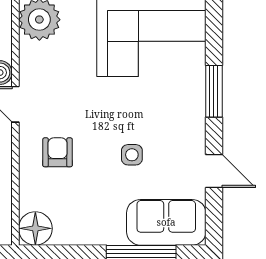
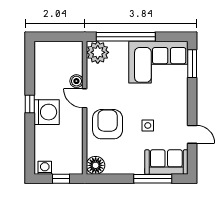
window: (214, 91) -> (192, 64), moved
armchair: (58, 152) -> (108, 124), width x1.88, depth x1.88

